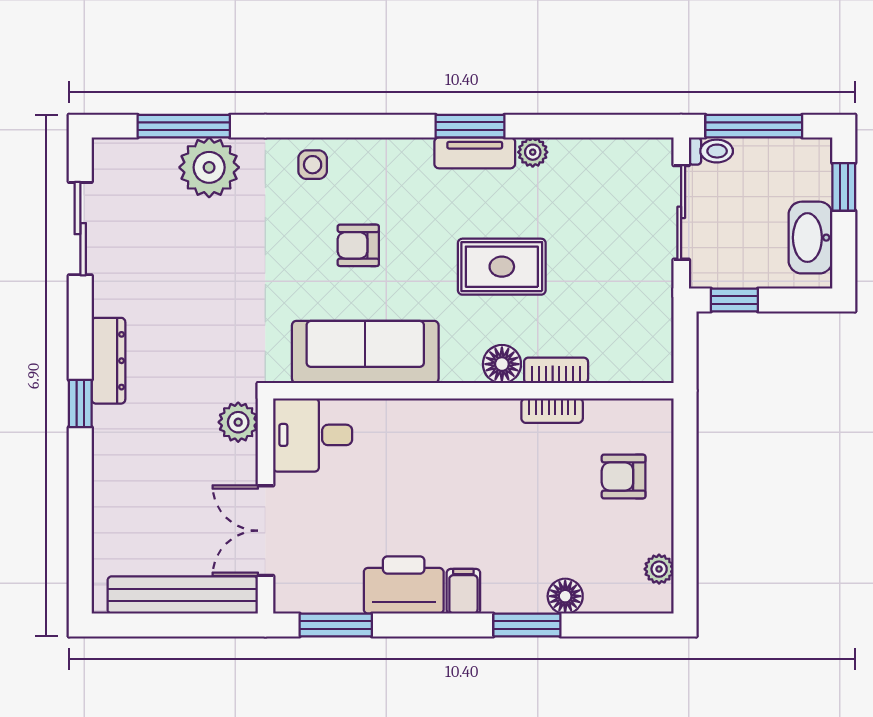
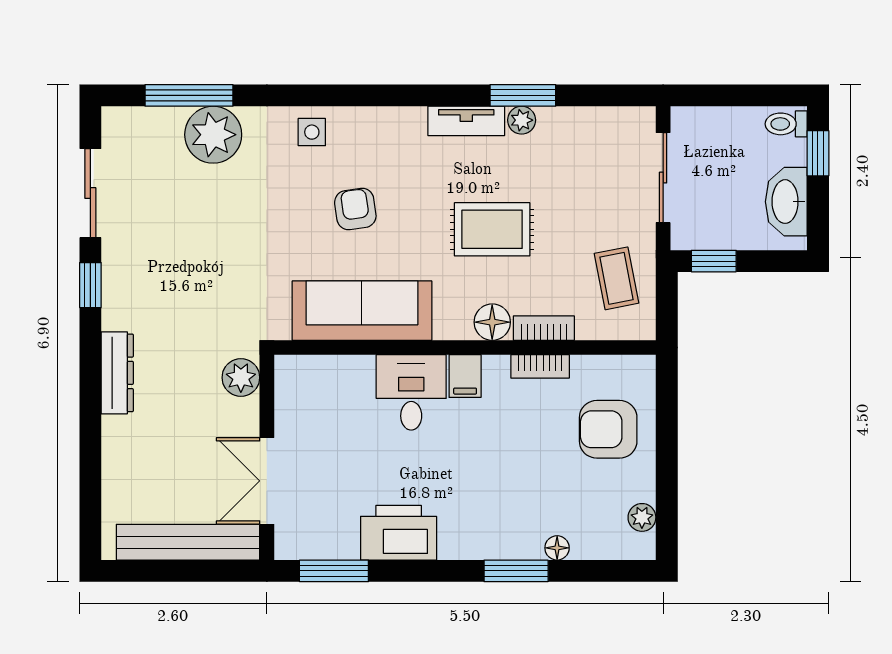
window: (470, 126) -> (523, 95), moved
window: (754, 126) -> (732, 95), removed
toilet: (711, 151) -> (786, 124), moved, turned 180
armchair: (358, 245) -> (355, 209), turned 82
coffee table: (632, 318) -> (617, 278), added
dresser: (108, 361) -> (117, 373), moved
window: (80, 403) -> (90, 285), moved
desk: (313, 435) -> (411, 392), moved, turned 90
armchair: (624, 477) -> (608, 429), width x1.38, depth x1.38
filing cabinet: (463, 591) -> (465, 376), moved, turned 180
floor lamp: (565, 596) -> (557, 548), width x0.73, depth x0.73

